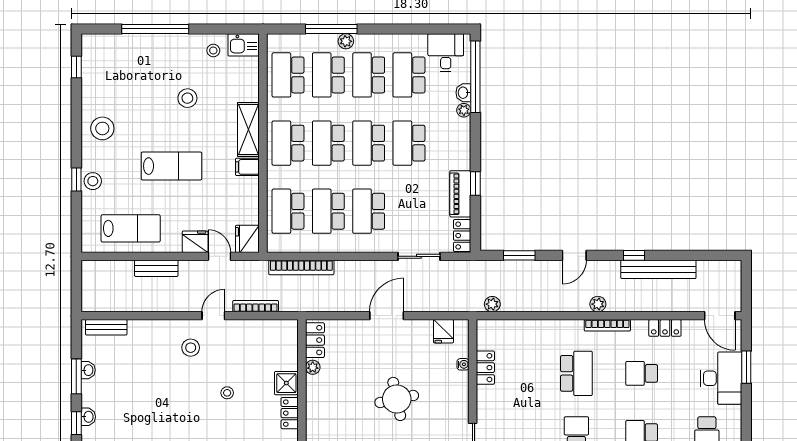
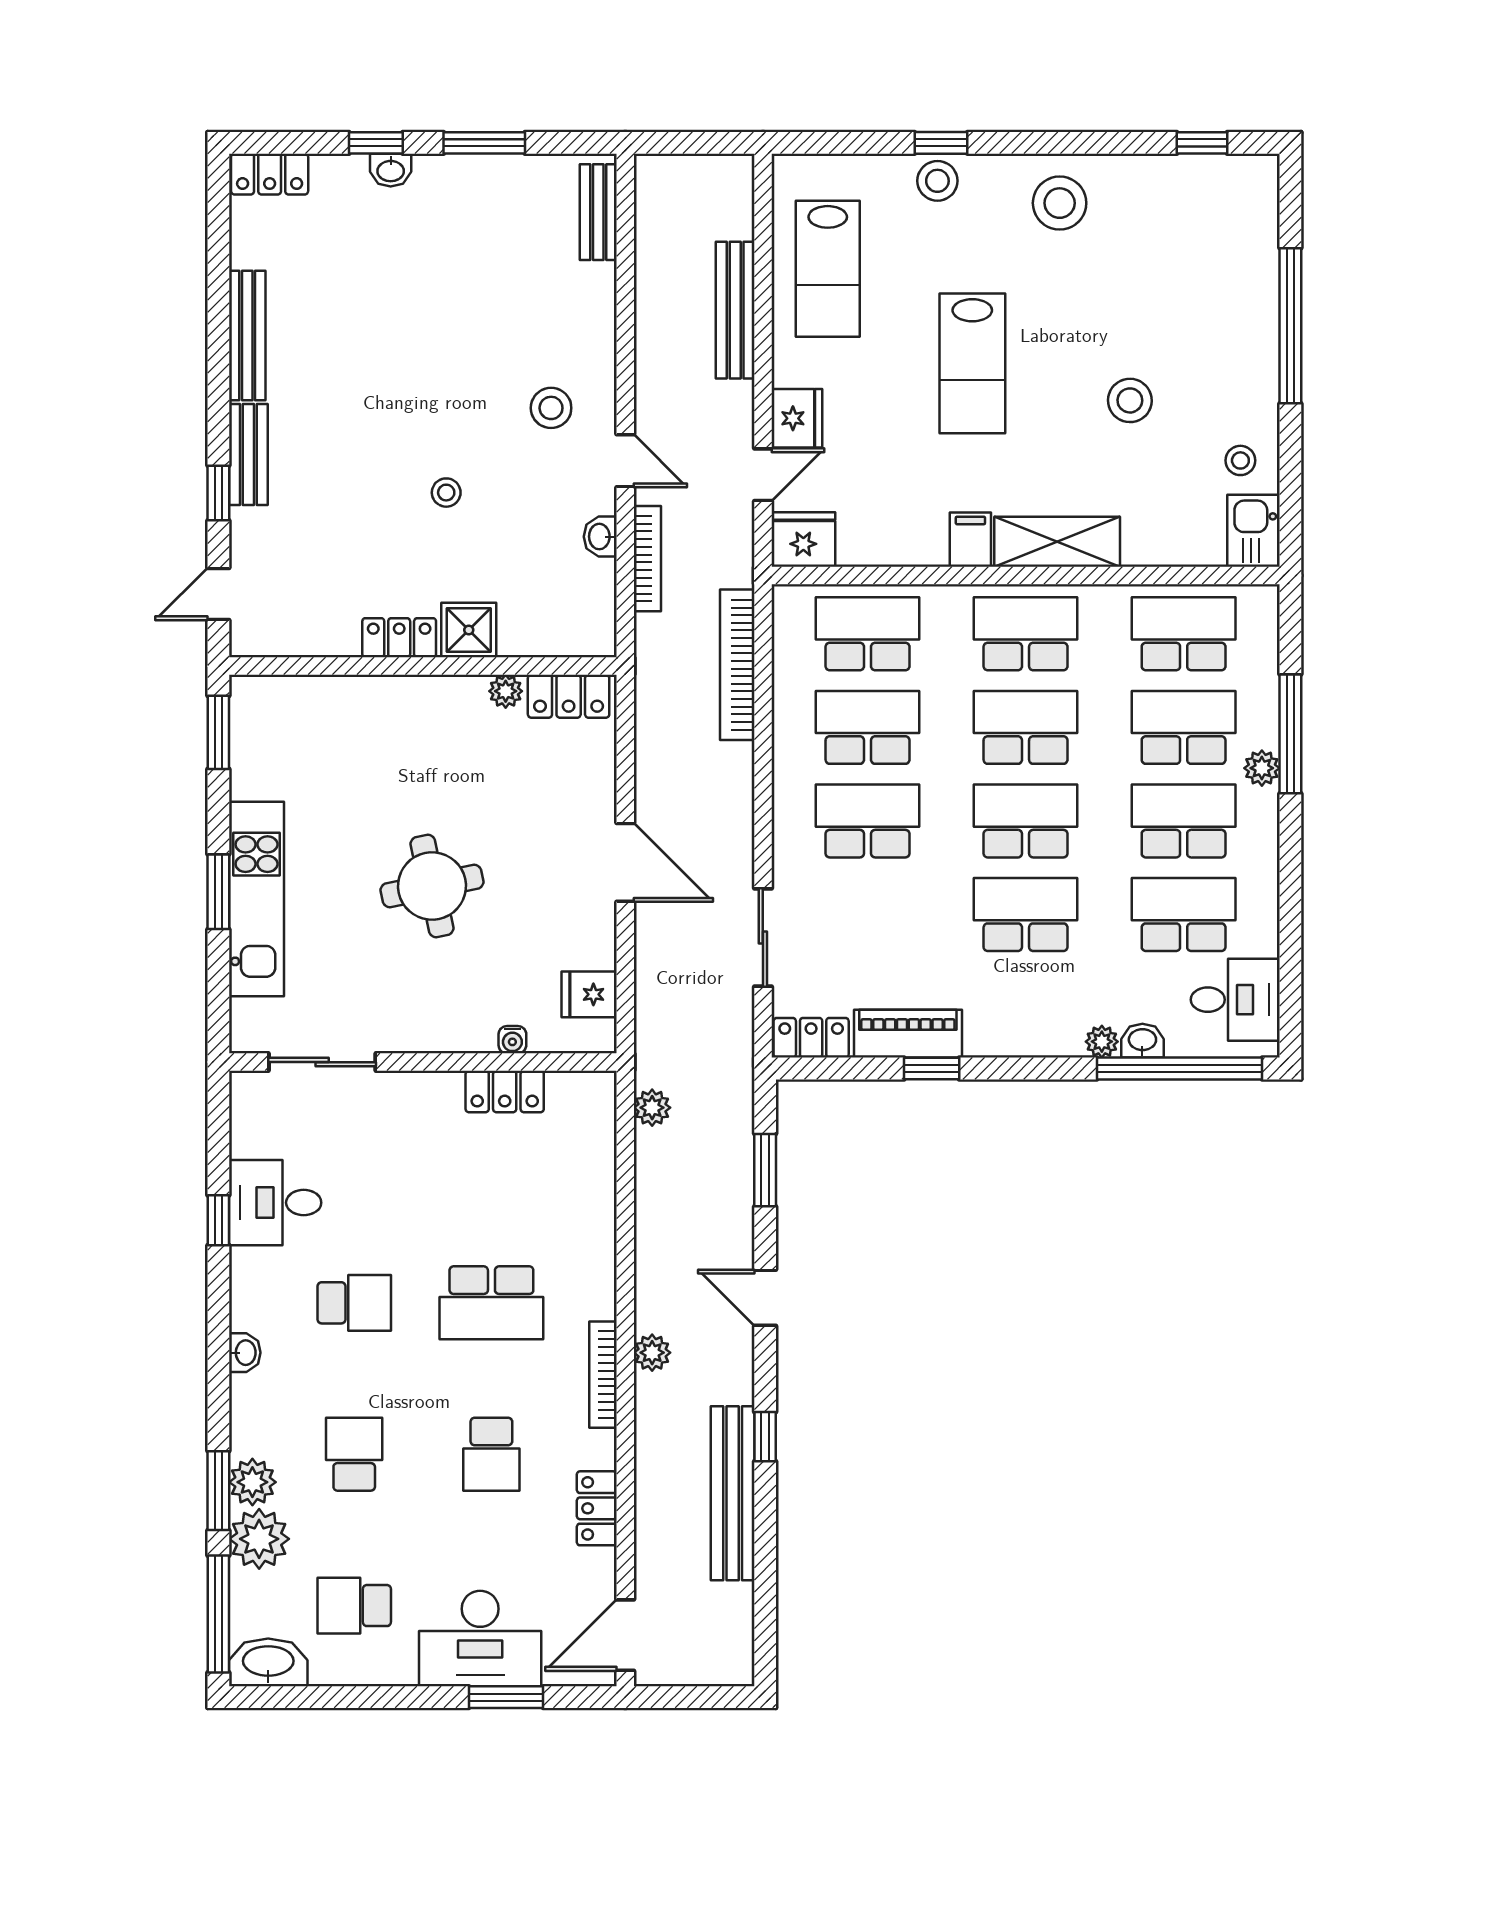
bench: (156, 268) -> (735, 310), width x1.36
washbasin: (88, 370) -> (600, 537), moved, turned 90
school desk: (642, 373) -> (491, 1454), turned 180

